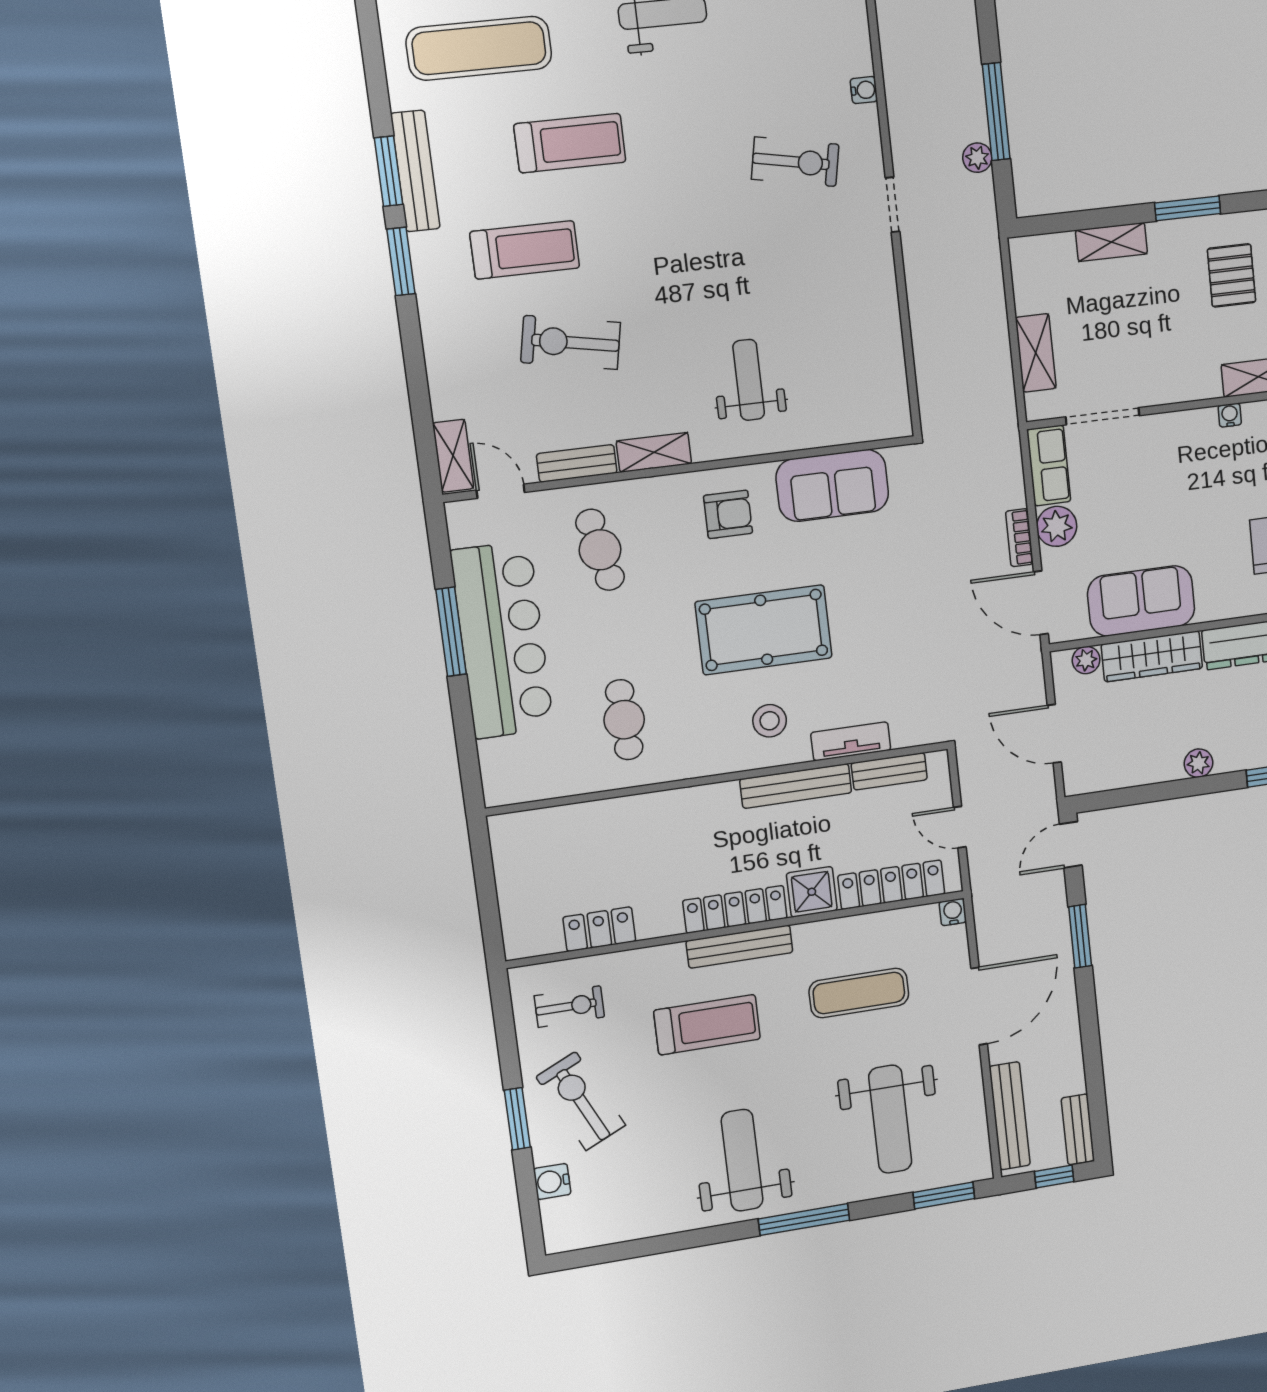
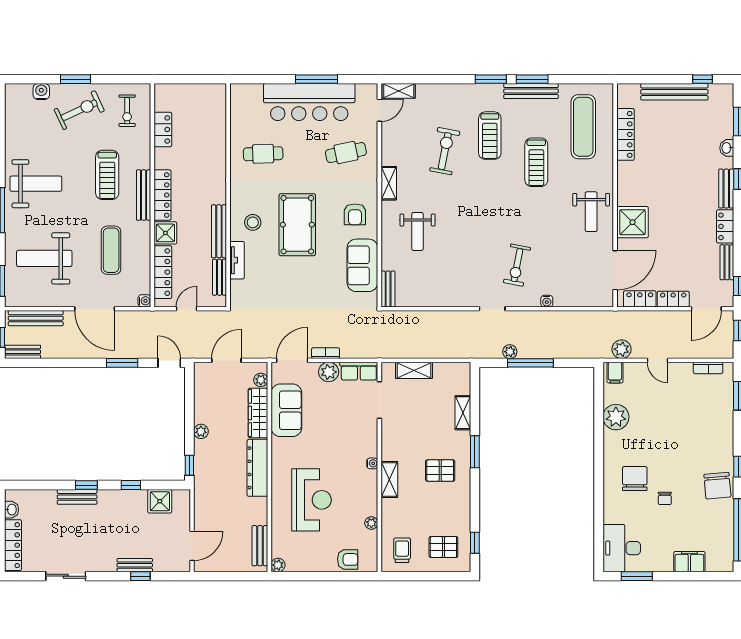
weight bench: (749, 380) -> (418, 231), turned 90
bench: (577, 463) -> (388, 289), moved

